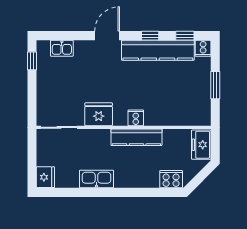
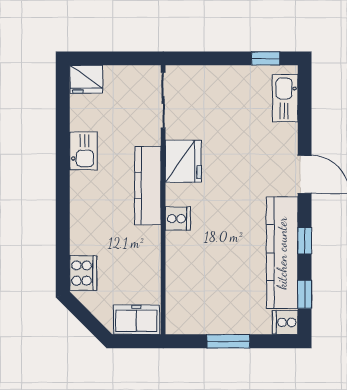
kitchen sink: (62, 48) -> (285, 98), width x1.38
kitchen counter: (136, 137) -> (148, 186), moved
kitchen sink: (96, 179) -> (83, 151), width x0.73

